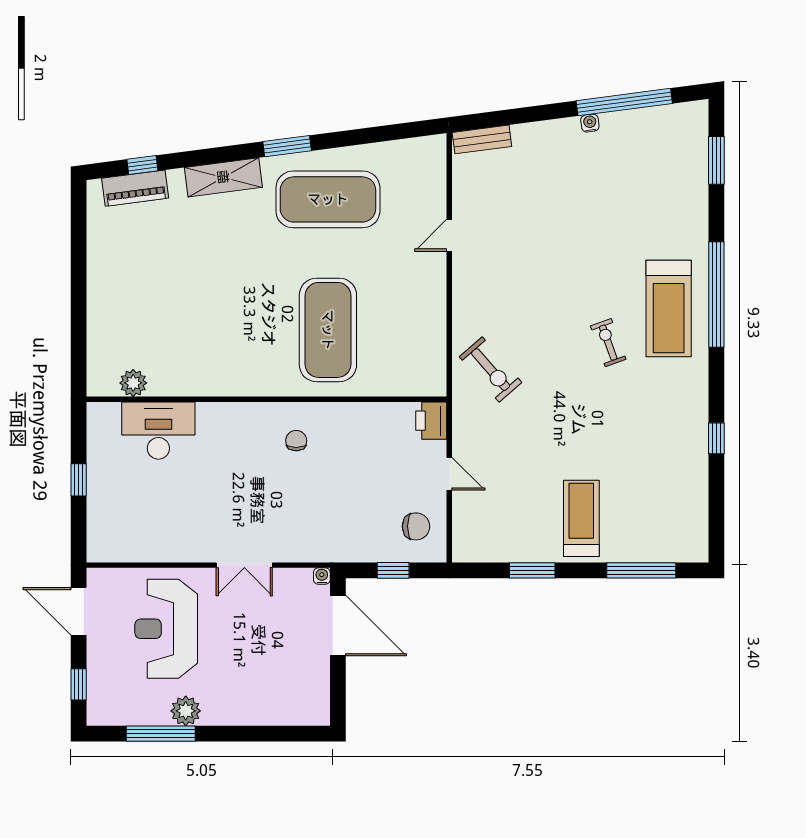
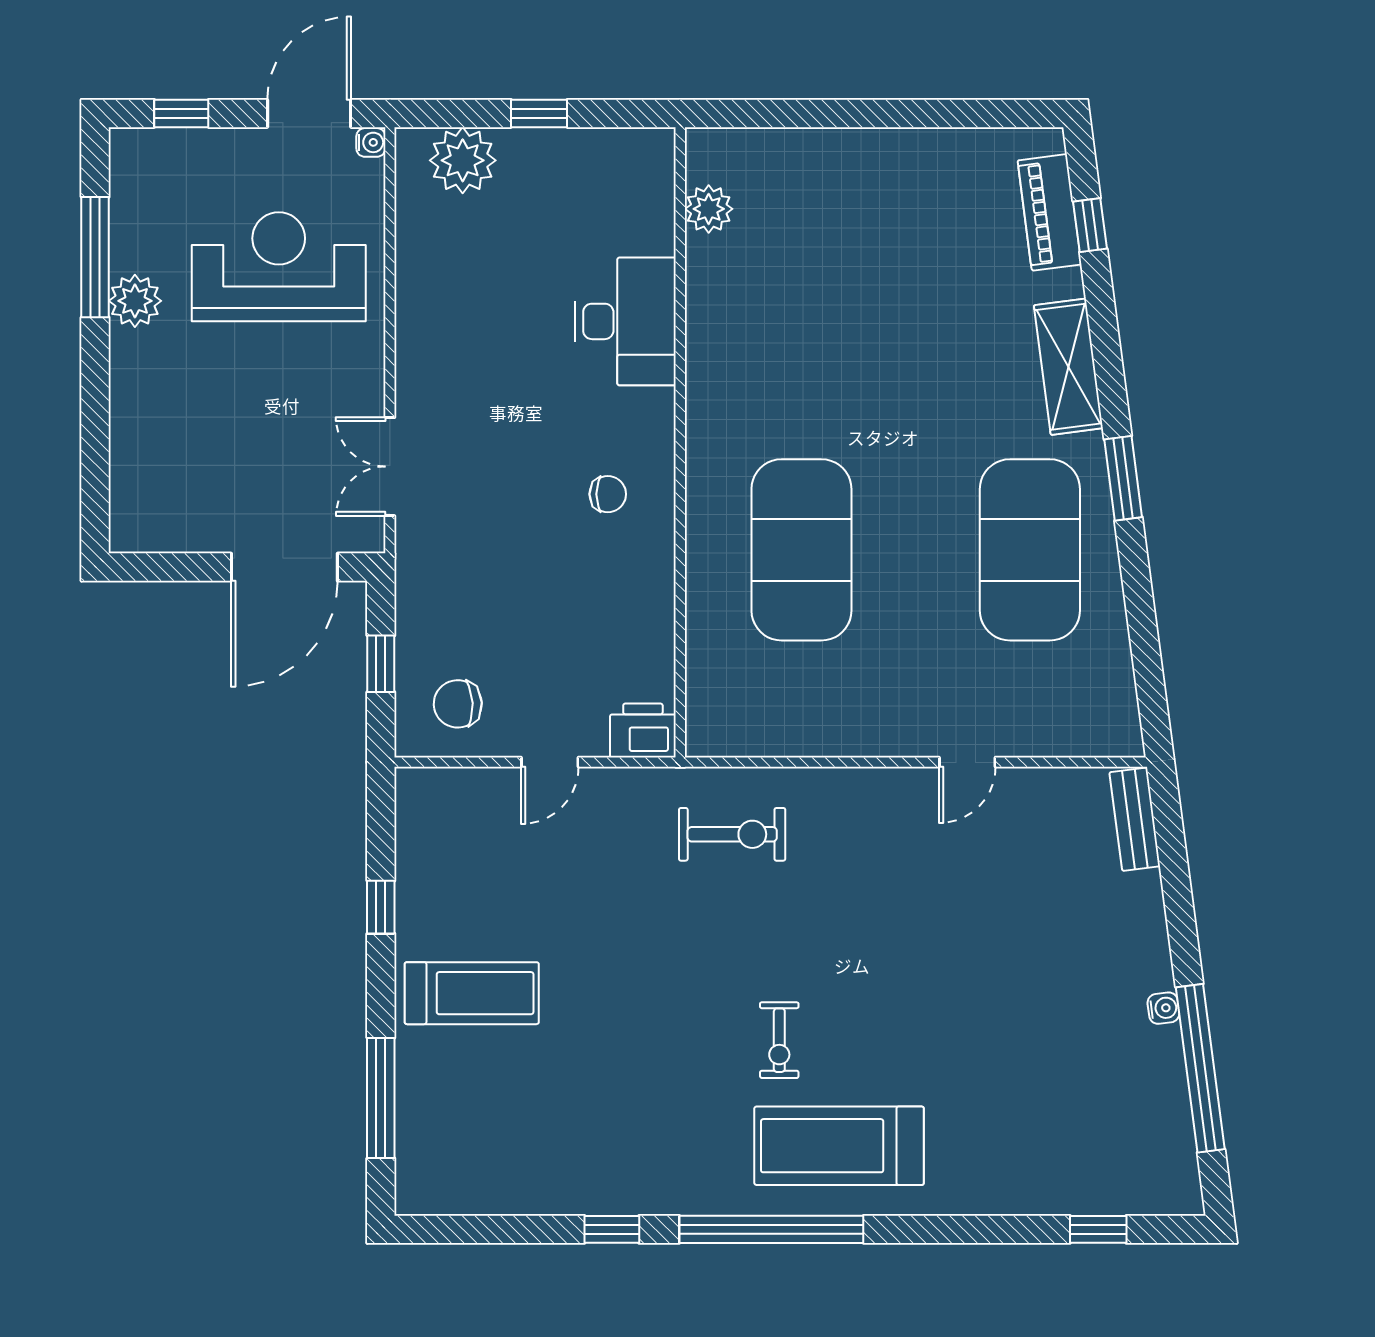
window: (716, 160) -> (1098, 1229), width x0.67
door: (449, 235) -> (967, 762), swing flipped
window: (716, 295) -> (771, 1229), moved
exercise mat: (328, 330) -> (801, 550), turned 90
exercise bike: (608, 343) -> (779, 1040), turned 110
exercise bike: (491, 370) -> (732, 834), turned -139
desk: (158, 431) -> (625, 321), moved
plant: (105, 524) -> (463, 160), added
chair: (416, 526) -> (458, 704), turned 87
double door: (244, 565) -> (390, 467), moved
window: (532, 570) -> (381, 907), width x0.67
water cooler: (322, 576) -> (371, 142), moved

